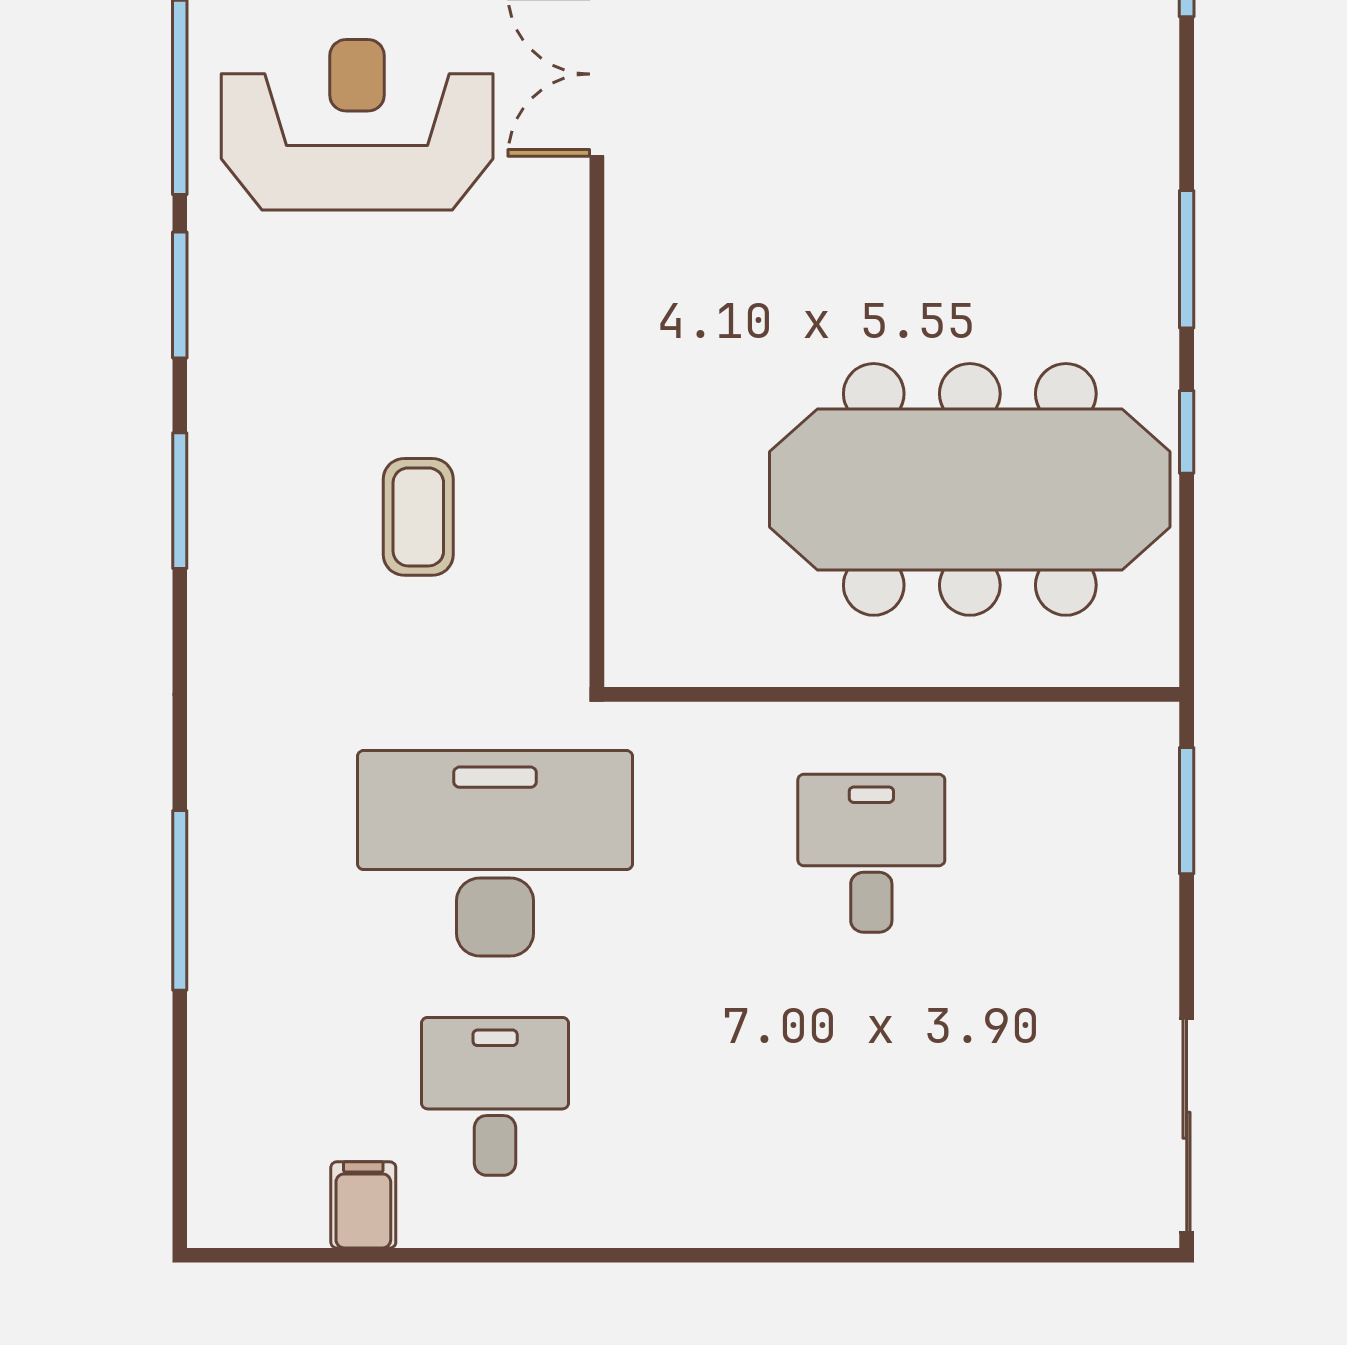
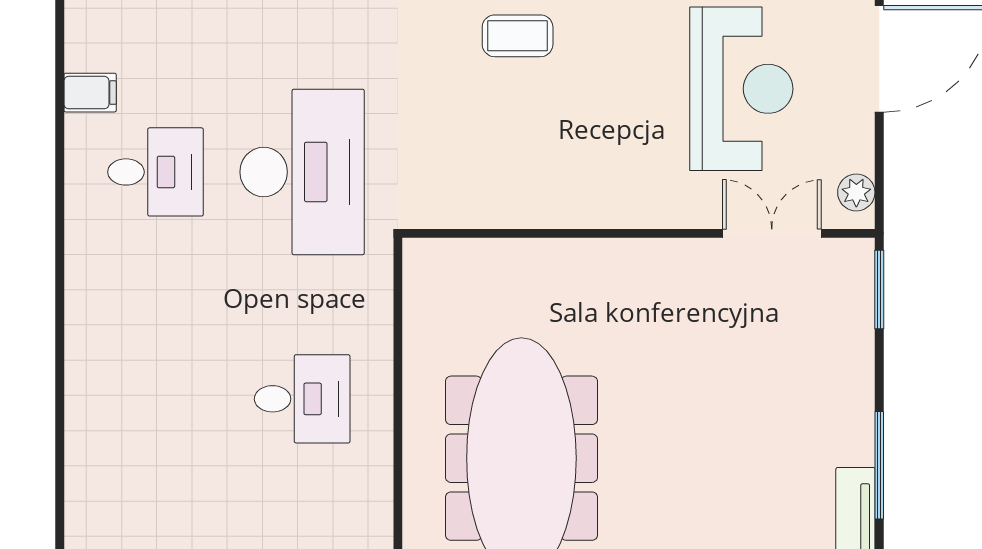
coffee table: (418, 517) -> (518, 36), moved

